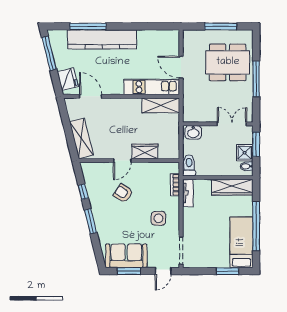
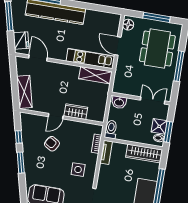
floor lamp: (189, 40) -> (128, 25), added
dining table: (228, 62) -> (157, 48), turned 90
window: (256, 144) -> (168, 132), moved

